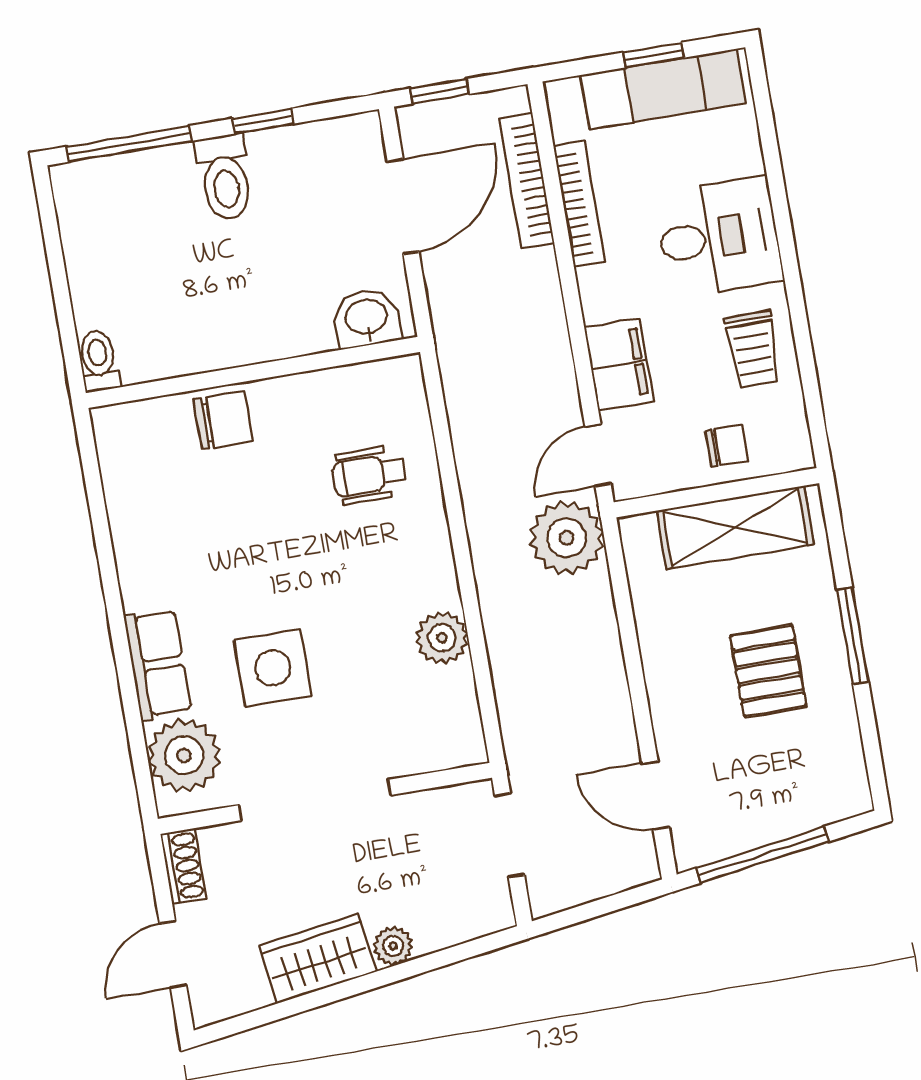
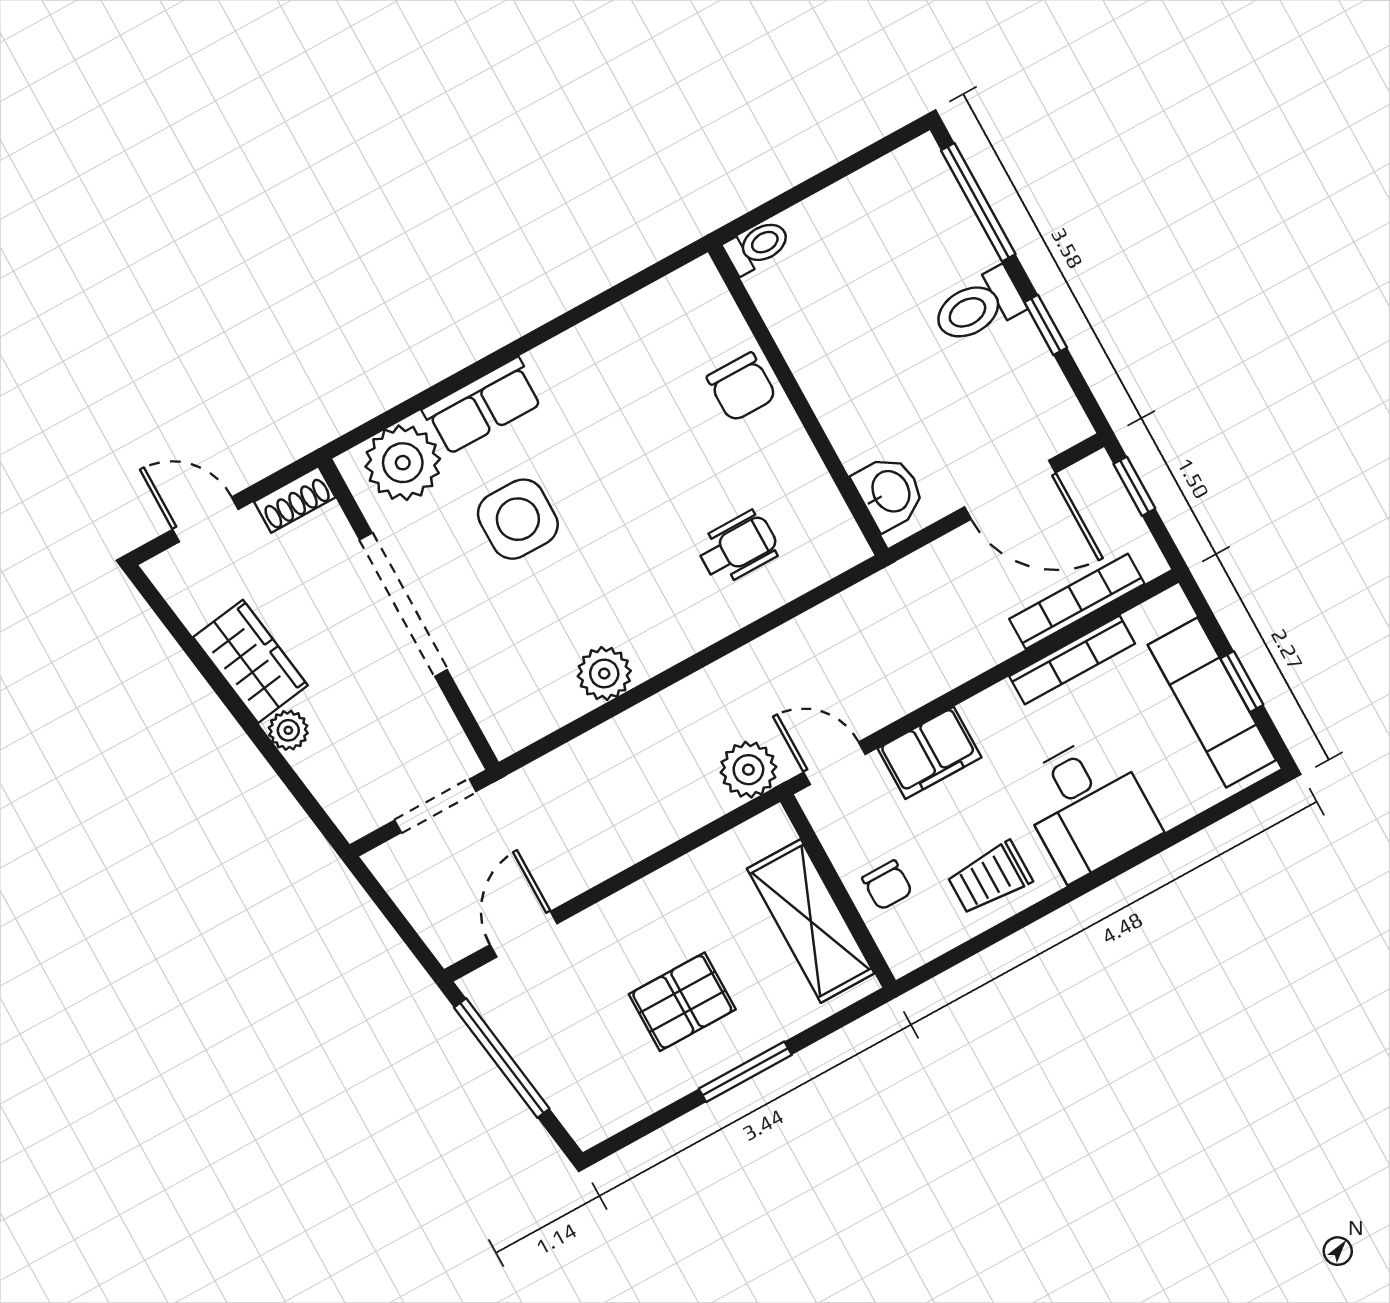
wheelchair: (369, 475) -> (738, 547), turned 90
plant: (567, 538) -> (748, 770), width x0.73, depth x0.73

